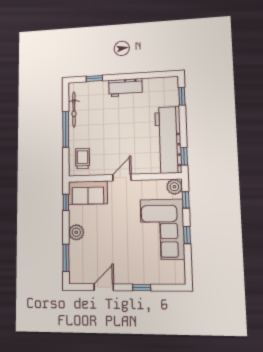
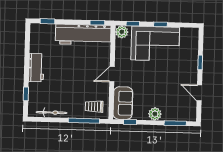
window: (66, 129) -> (84, 121), moved
door: (122, 178) -> (112, 74), hinge flipped

